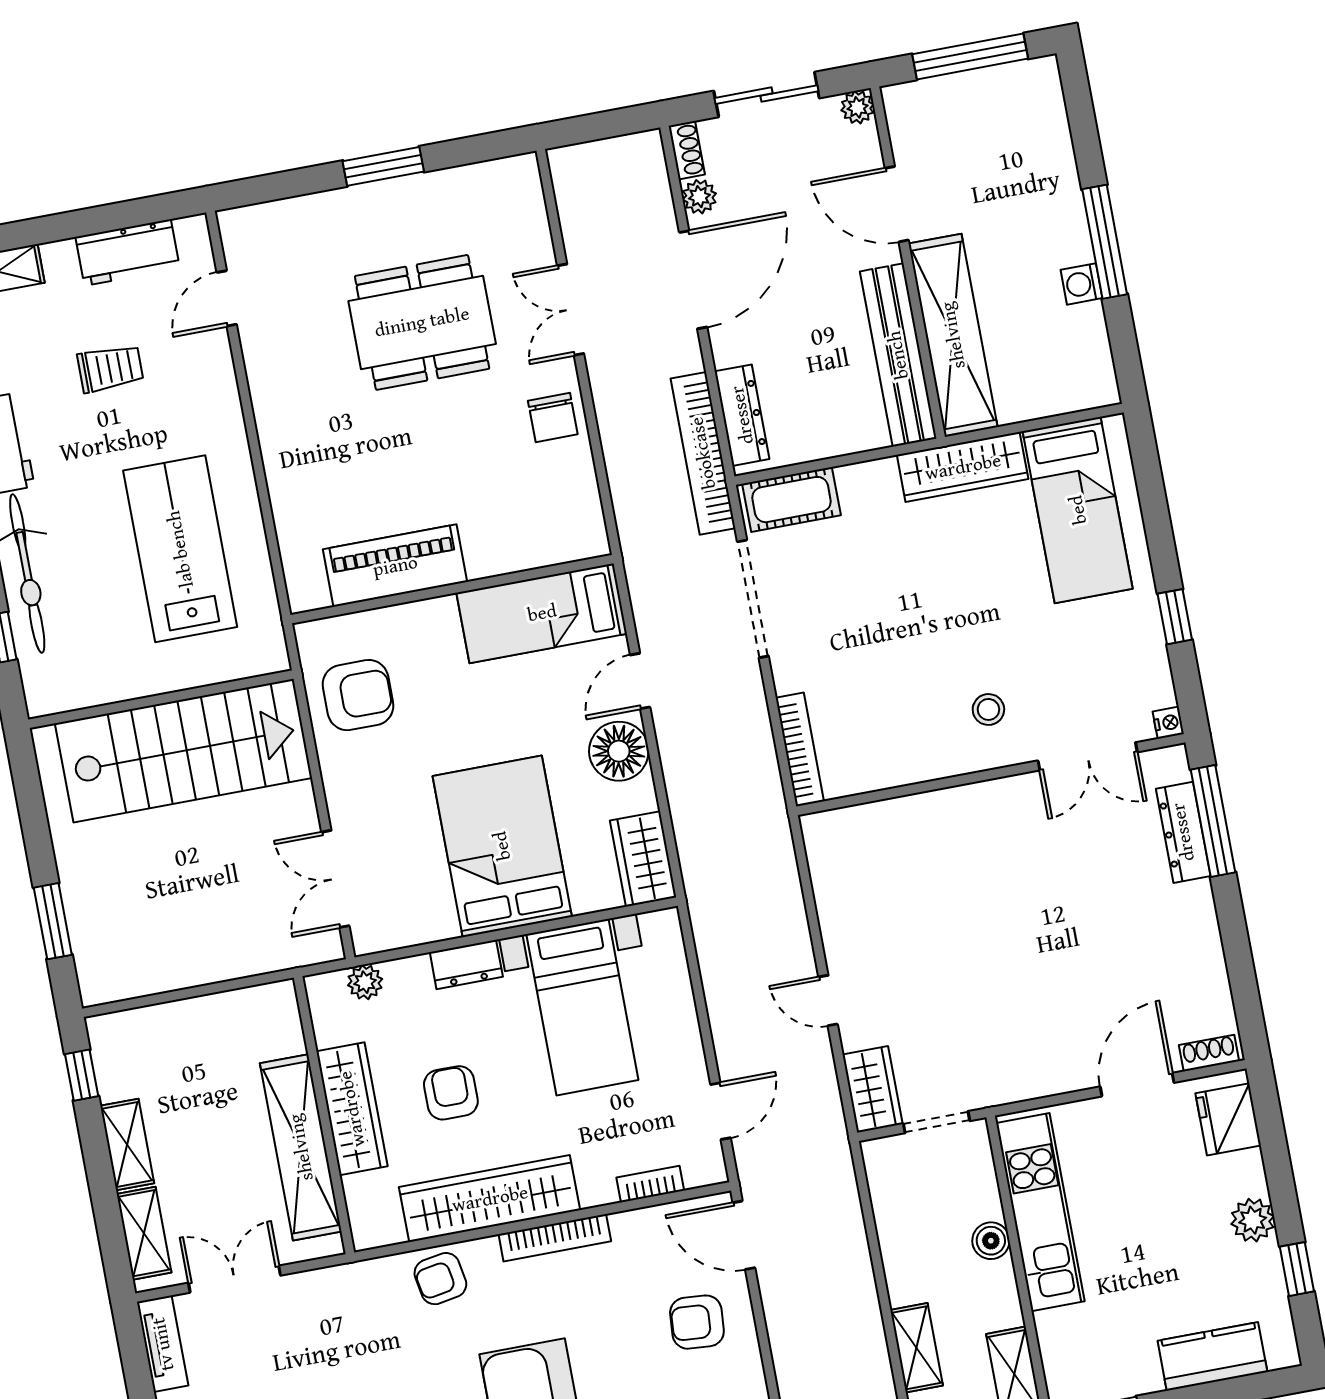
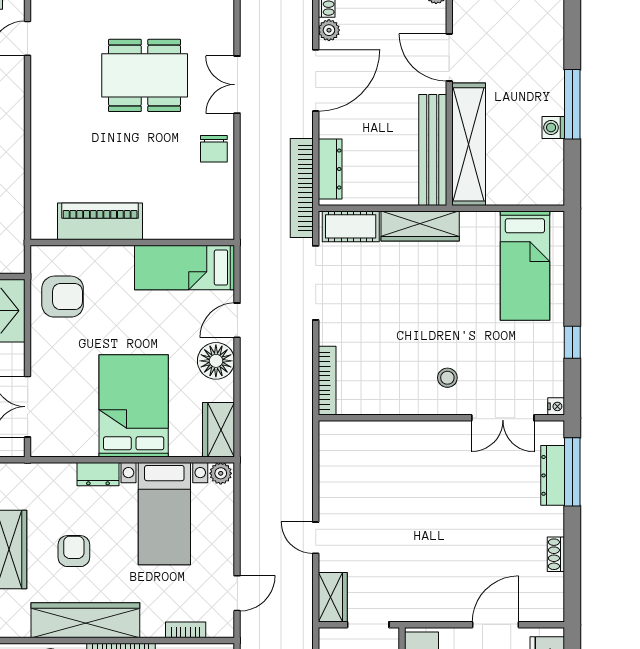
wardrobe: (963, 467) -> (420, 226), moved
plant: (365, 982) -> (221, 473), moved
shoe rack: (1209, 1053) -> (556, 554), moved, turned -90

